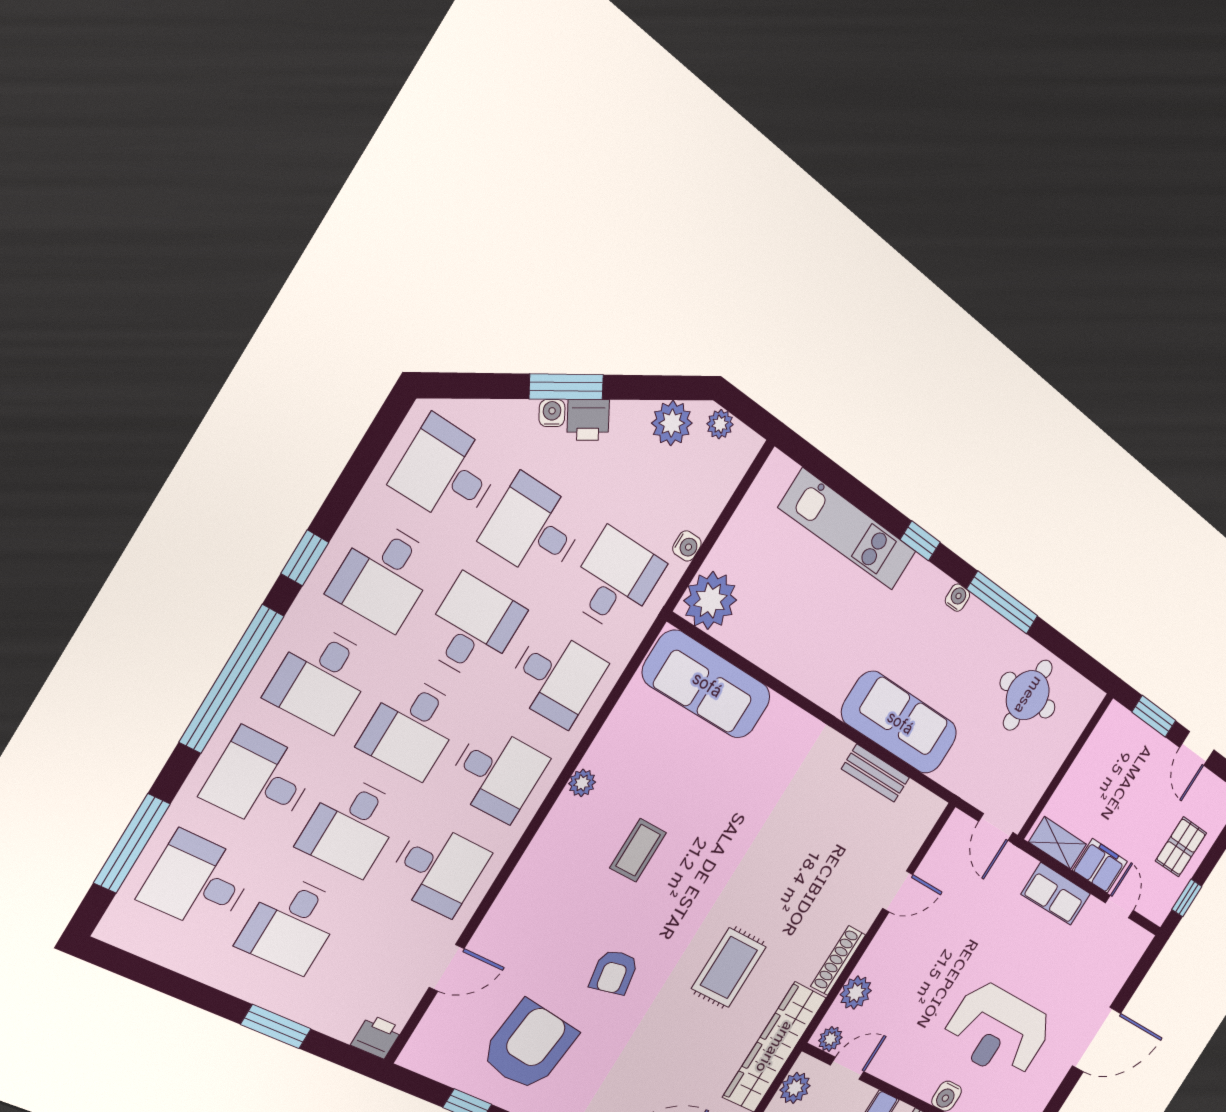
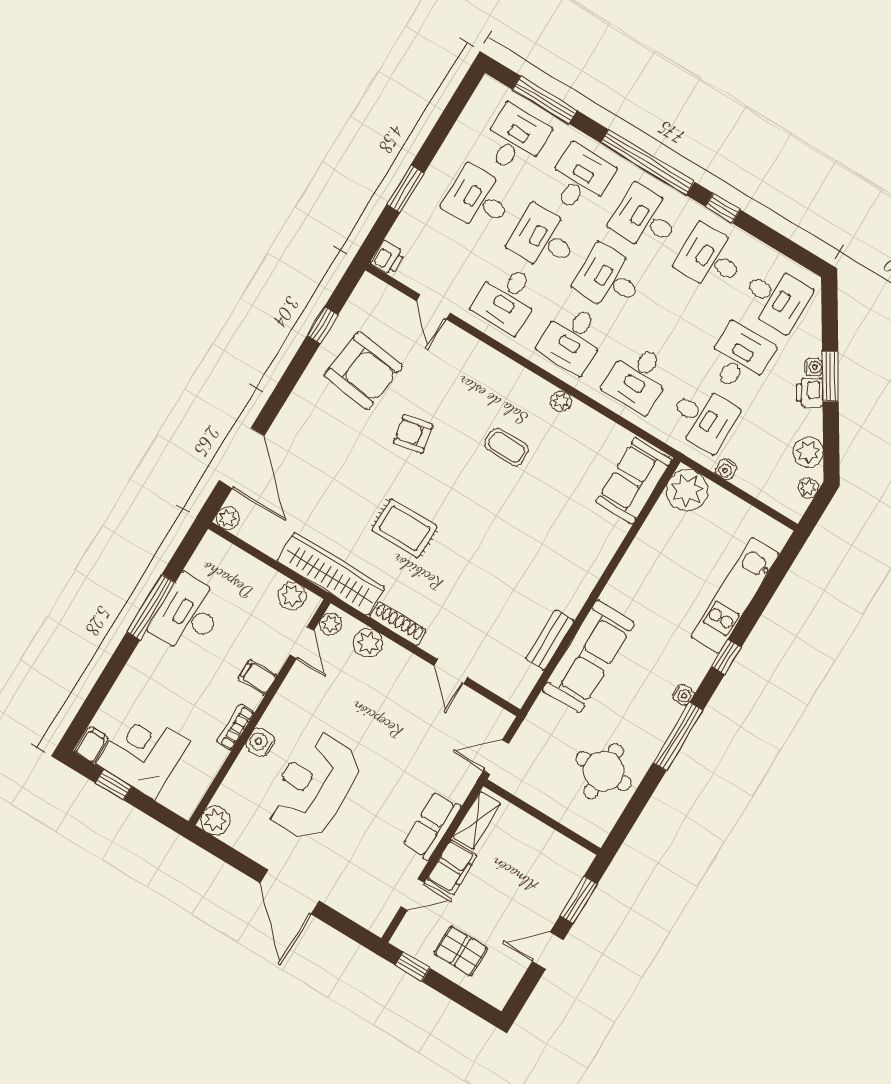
desk: (447, 472) -> (776, 298), turned 90
desk: (473, 628) -> (674, 318), removed
sofa: (707, 685) -> (634, 481), width x0.73

